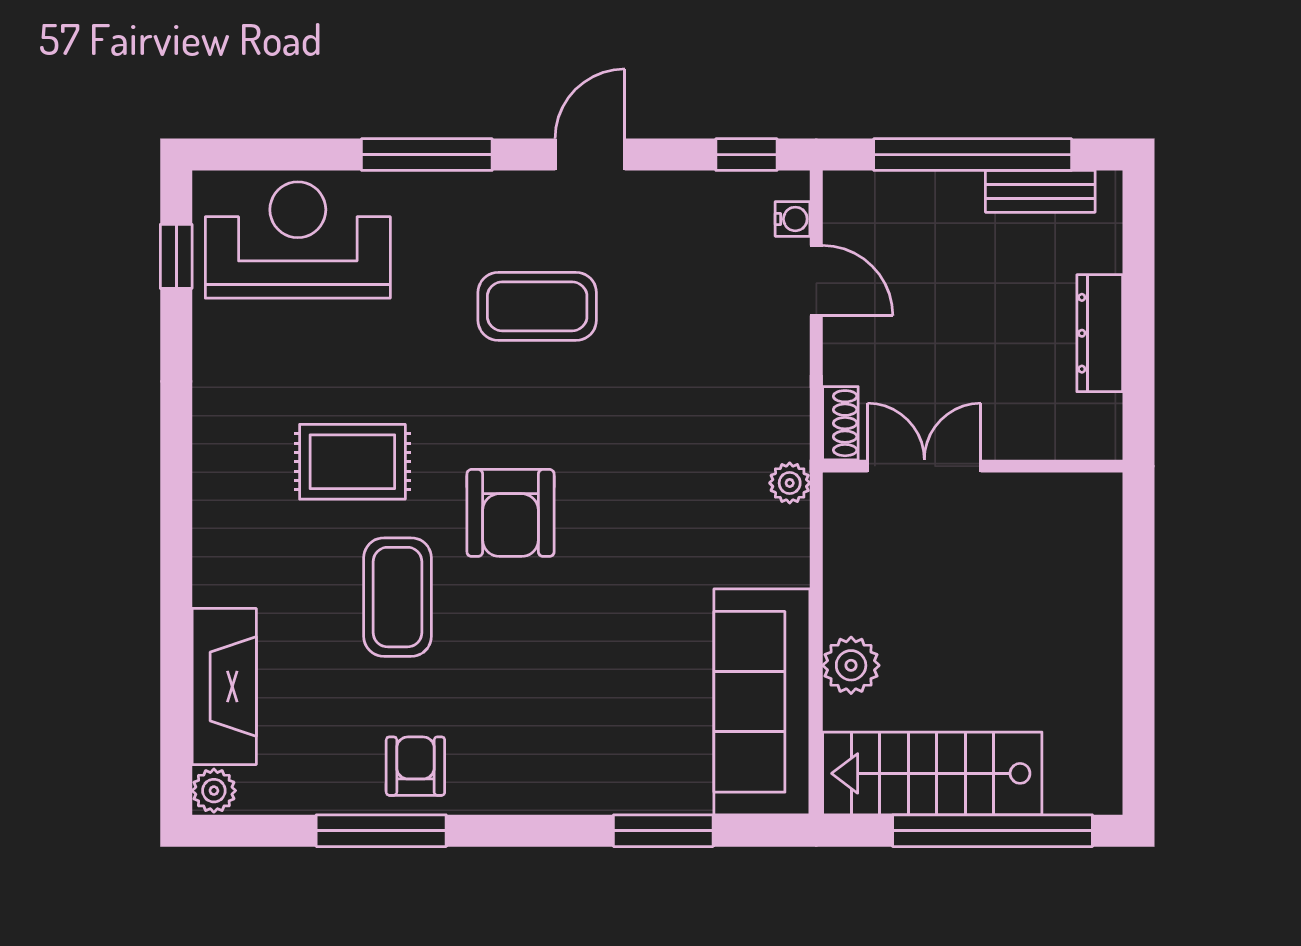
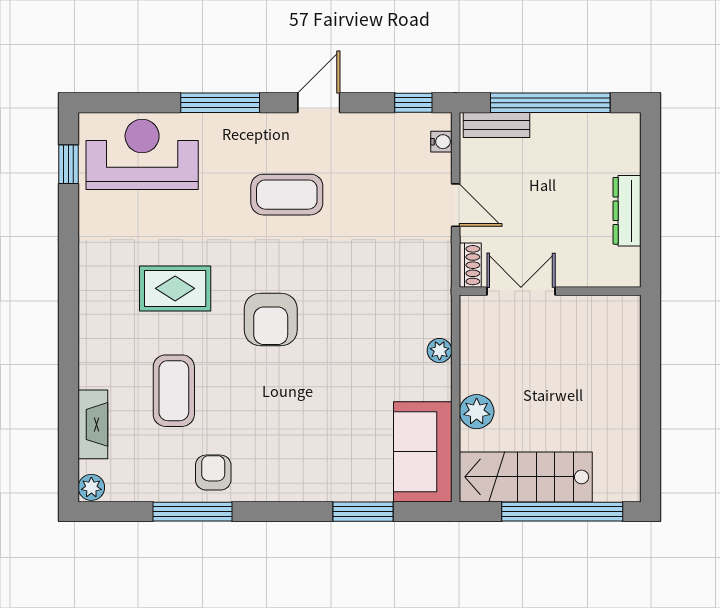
bench: (1040, 191) -> (497, 125), moved
door: (816, 281) -> (456, 205), moved
plant: (790, 483) -> (440, 351), moved
coffee table: (398, 597) -> (174, 391), moved
fireplace: (224, 687) -> (93, 424), width x0.73, depth x0.76
sofa: (762, 702) -> (423, 452), width x0.73

